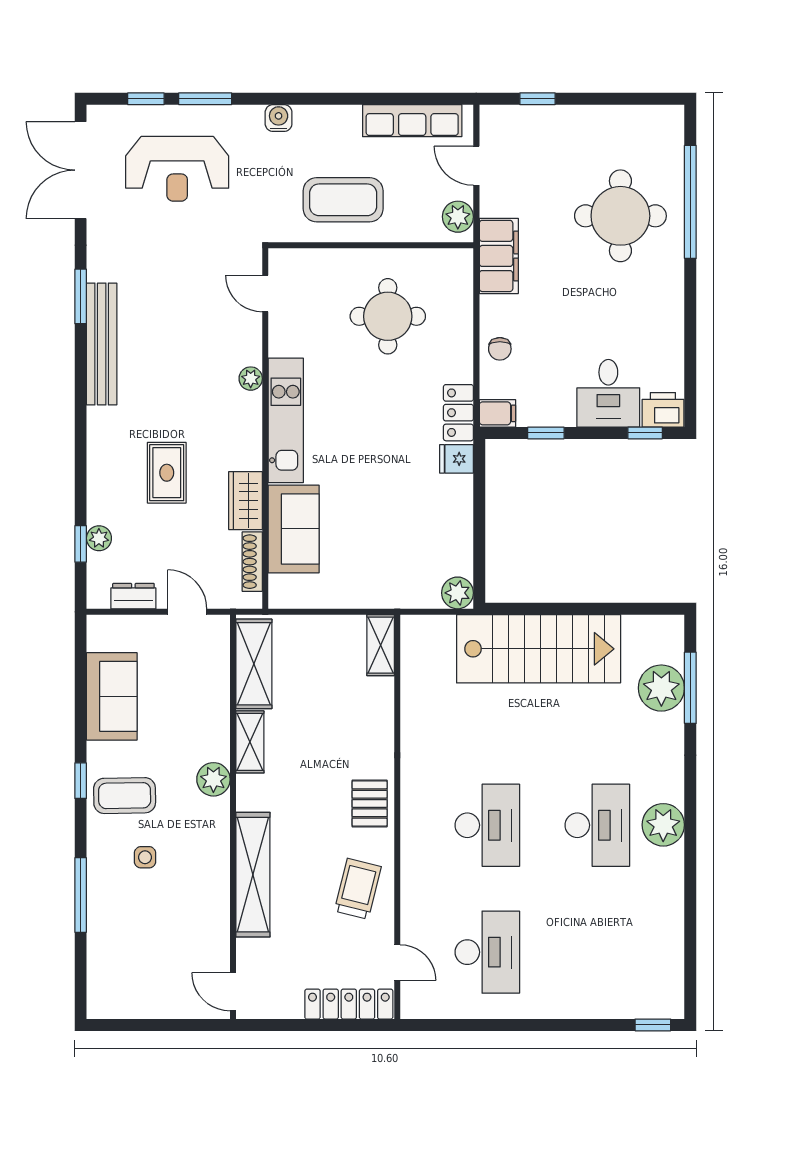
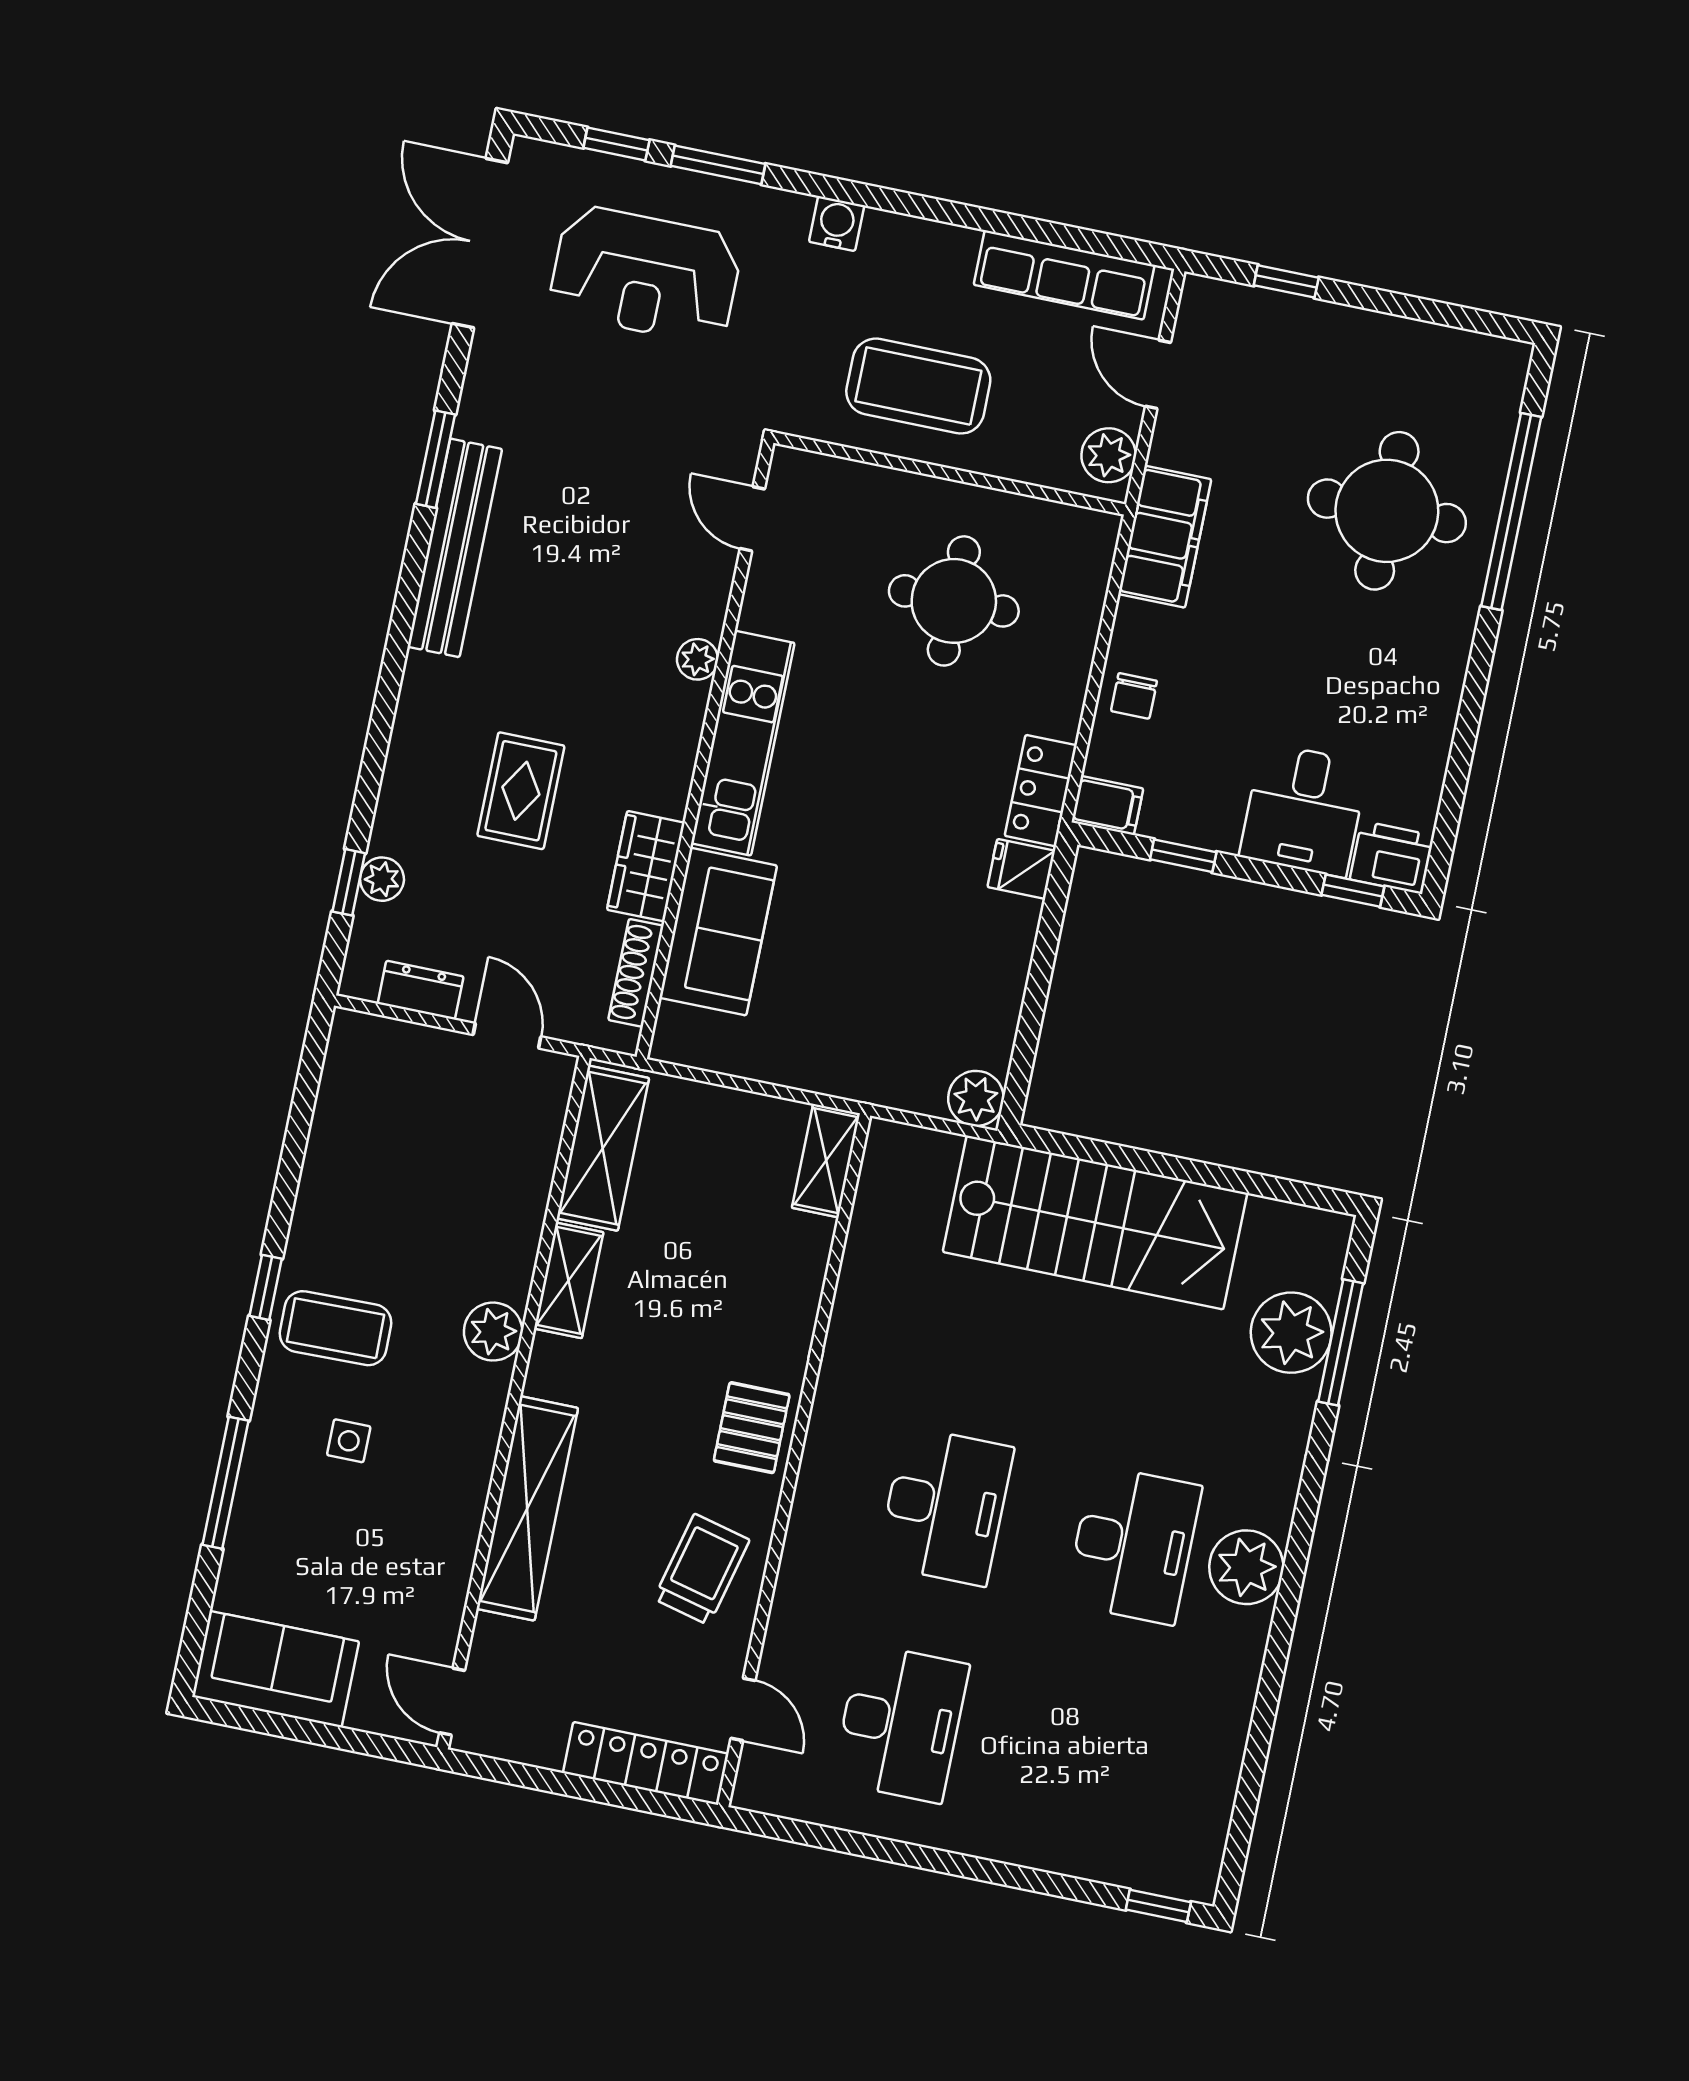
sofa: (112, 696) -> (275, 1669), moved, turned -90

